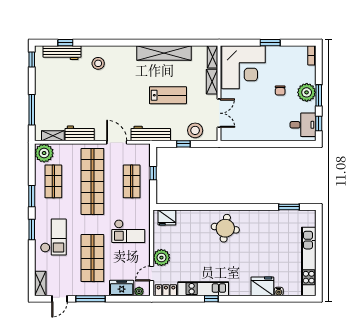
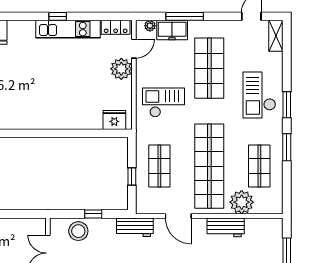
workbench: (151, 133) -> (135, 227), width x0.73
shelving: (53, 136) -> (260, 224), removed
plant: (44, 153) -> (242, 202), moved
round table: (225, 228) -> (40, 106), removed
window: (91, 299) -> (185, 16), moved

